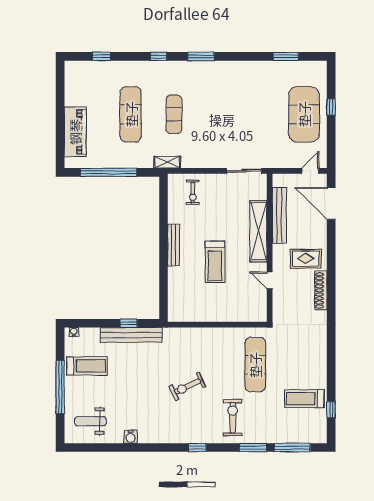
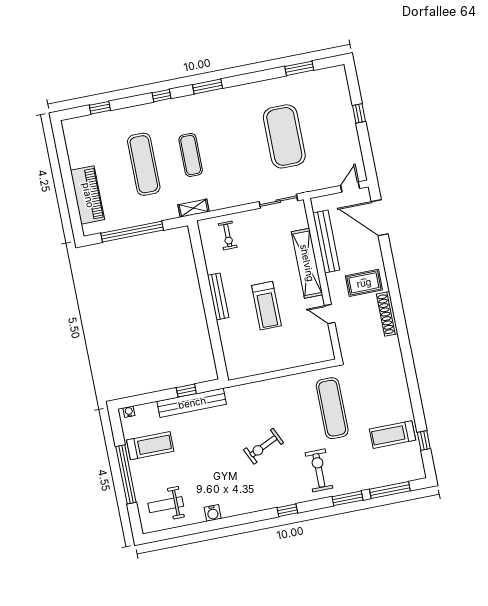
exercise mat: (304, 114) -> (284, 136), moved

